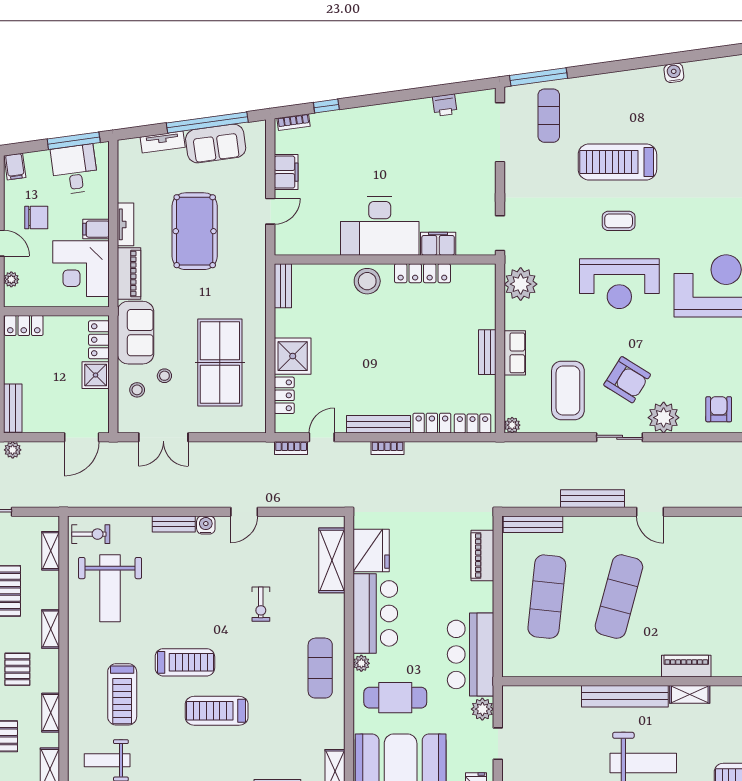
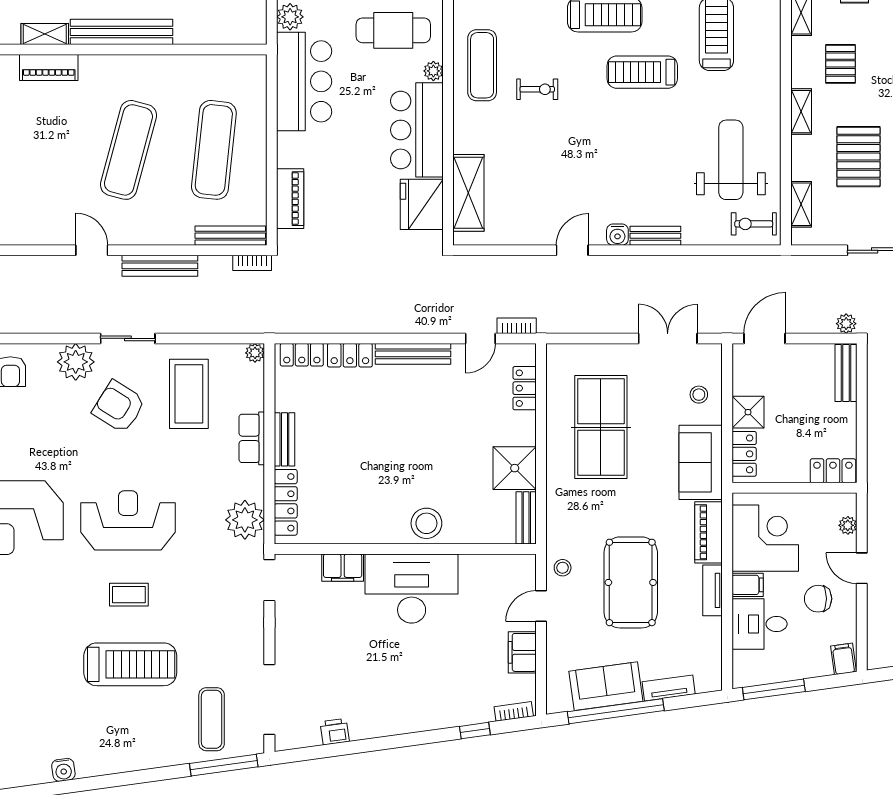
desk: (75, 169) -> (760, 624), moved, turned 98
locker: (422, 273) -> (286, 502), moved, turned 90
shower: (293, 356) -> (515, 468), moved
stool: (164, 376) -> (563, 568), moved
bookcase: (387, 448) -> (252, 263), moved, turned 180
exercise bike: (261, 604) -> (537, 89), moved, turned 90

